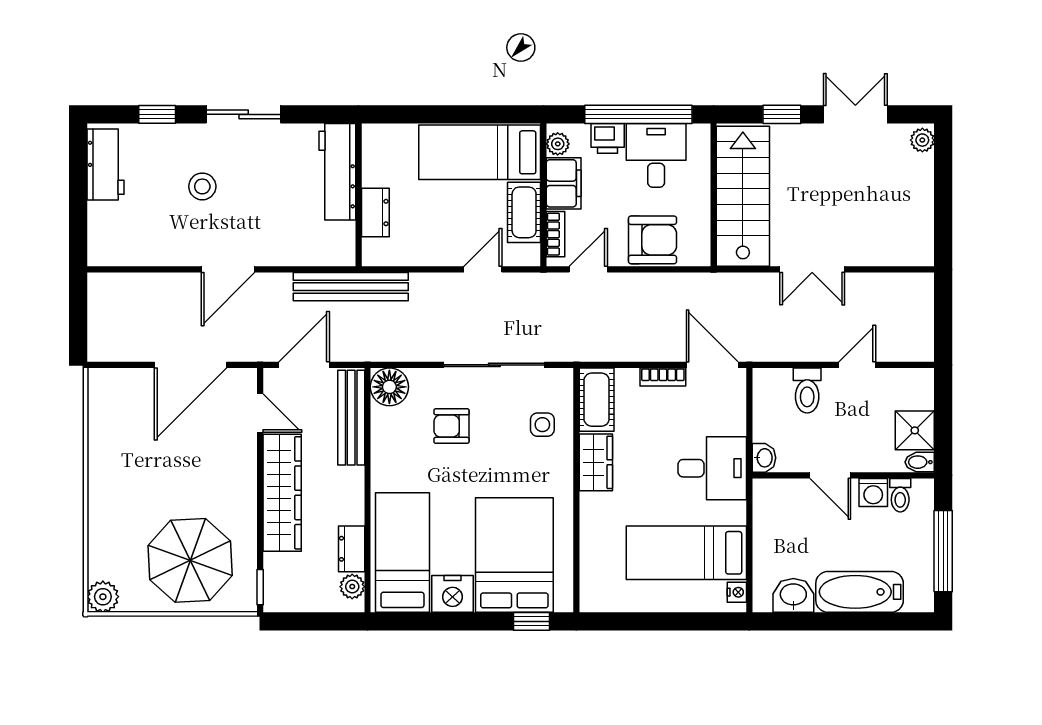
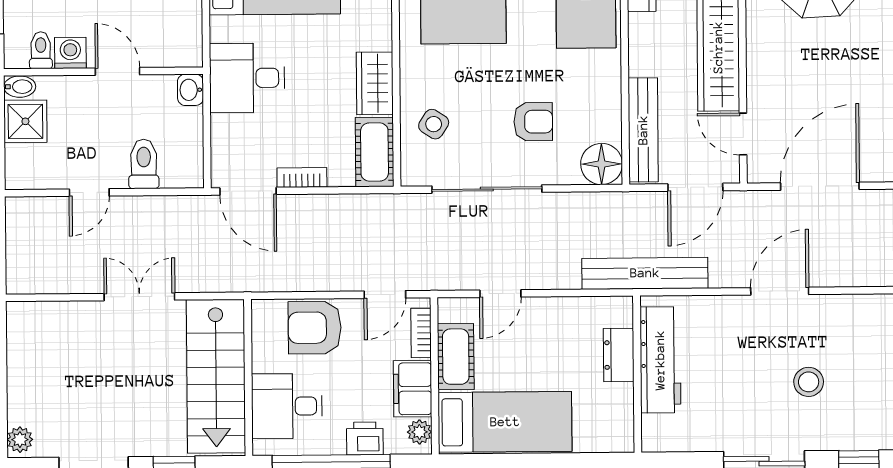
desk: (656, 155) -> (287, 406), moved, turned 90
workbench: (337, 172) -> (660, 360), moved
side table: (542, 425) -> (434, 124), turned 34

